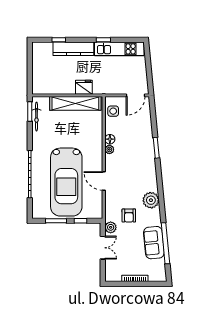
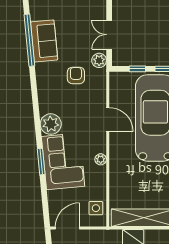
floor lamp: (110, 139) -> (100, 172), removed
corner sofa: (139, 148) -> (63, 161), added
plant: (151, 200) -> (51, 124), moved

